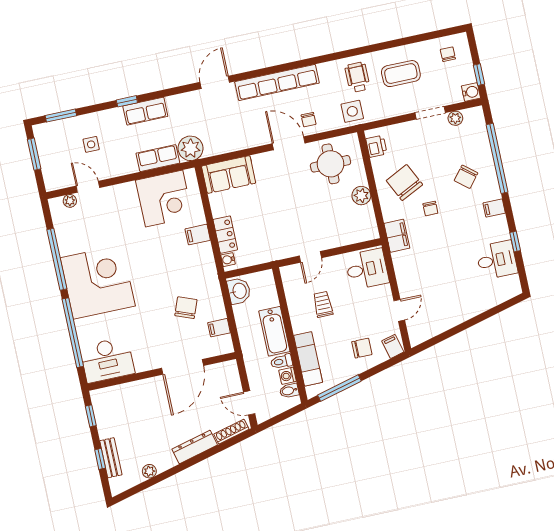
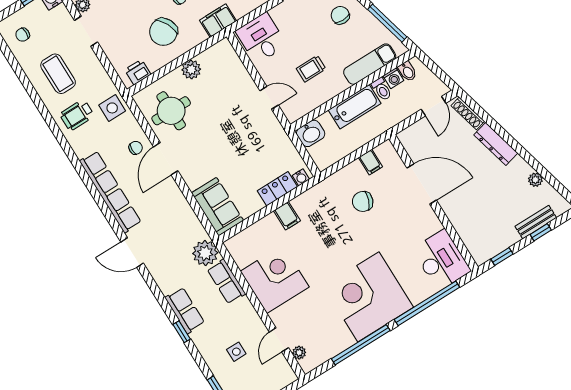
corner desk: (164, 199) -> (275, 279), moved
washbasin: (239, 291) -> (311, 133), moved, turned 180

